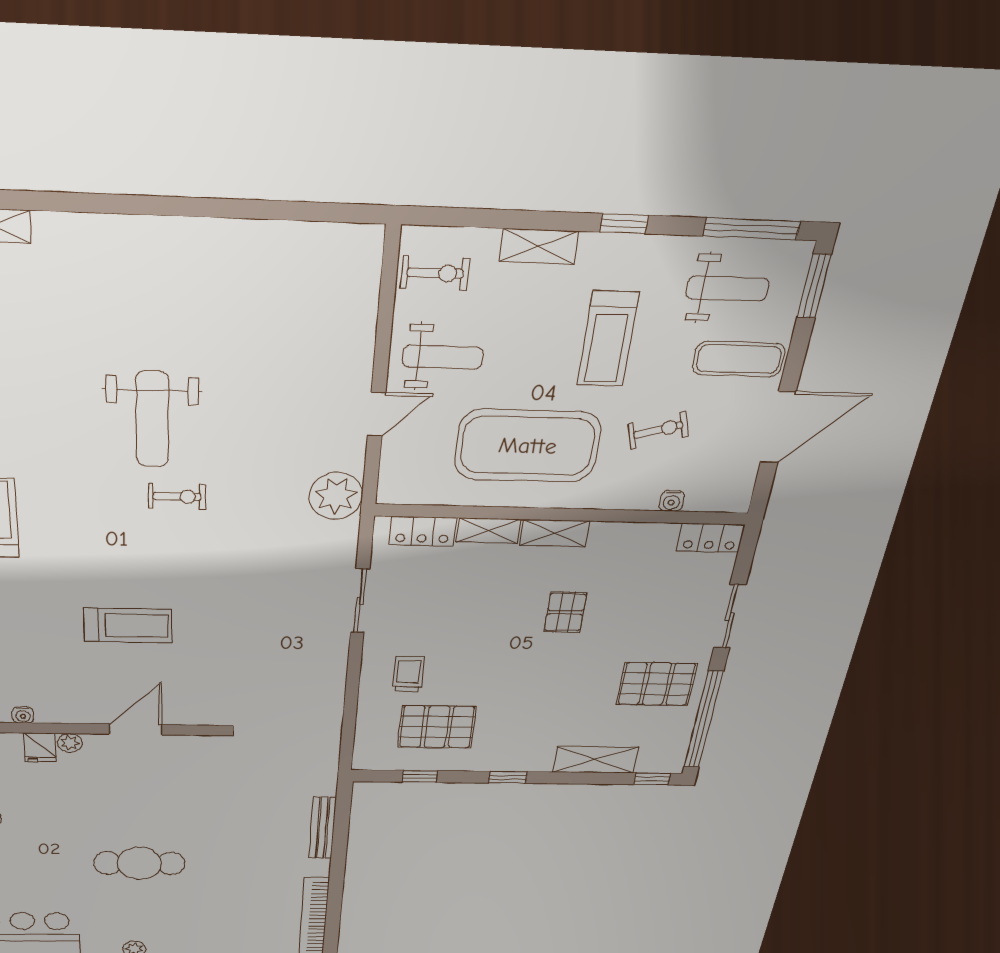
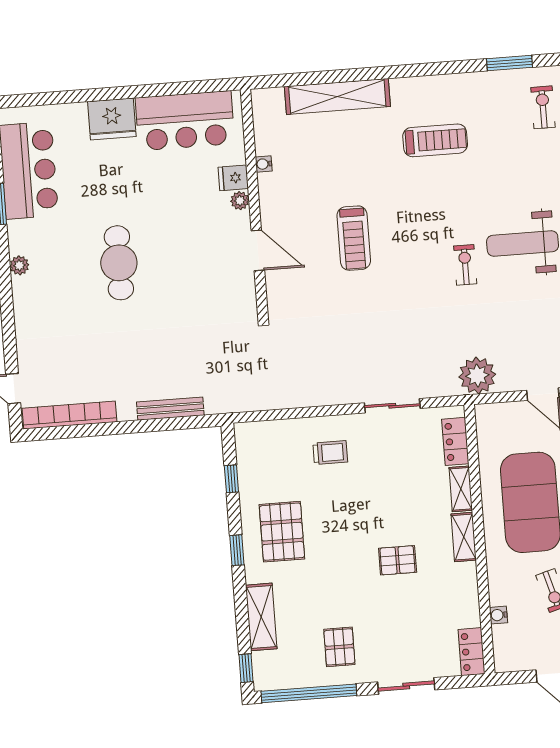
exercise bike: (177, 496) -> (465, 265), turned 180
pallet: (657, 684) -> (339, 647), width x0.67, depth x0.71
pallet: (437, 727) -> (282, 532), moved

